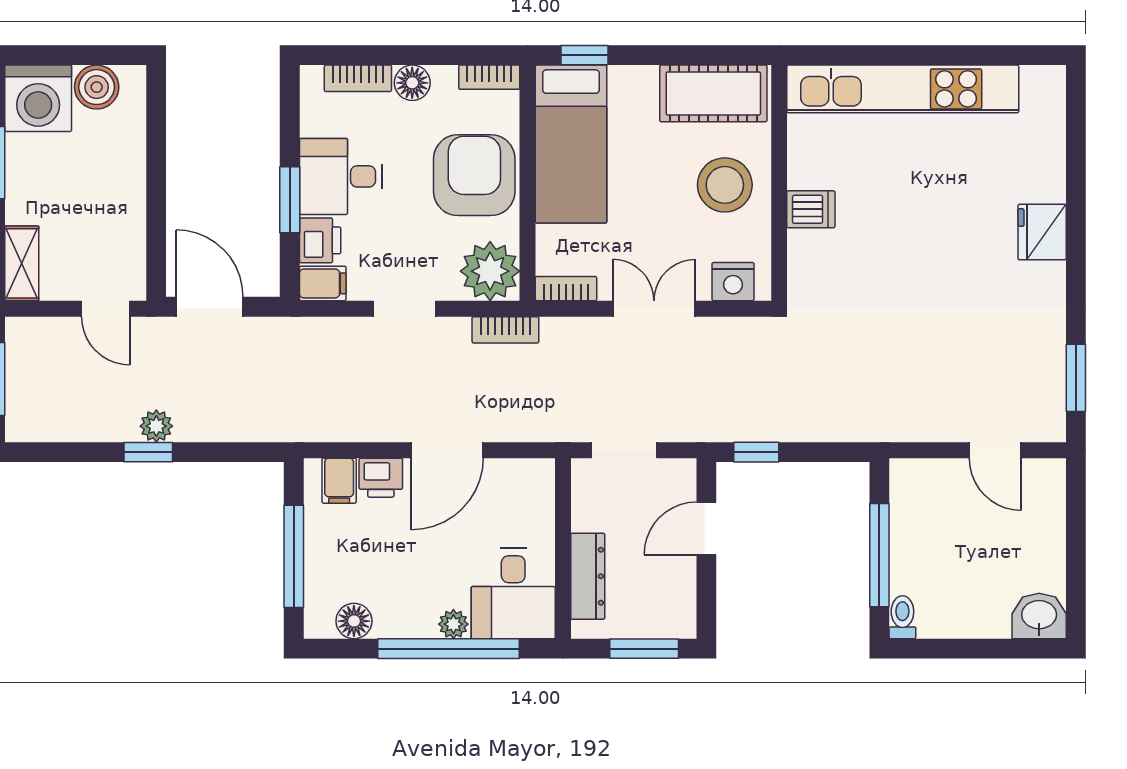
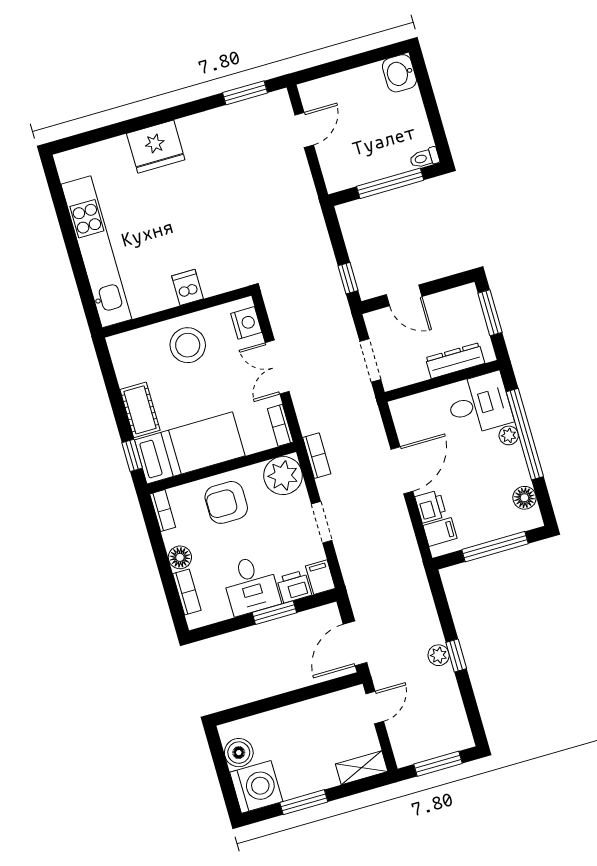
cot: (713, 93) -> (140, 410), moved, width x0.73, depth x0.75
armchair: (474, 175) -> (226, 502), width x0.73, depth x0.73
fridge: (1042, 232) -> (156, 147), width x1.36, depth x1.34
door: (447, 450) -> (402, 470), hinge flipped

